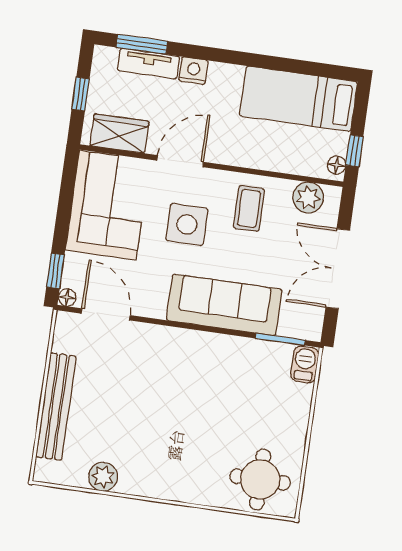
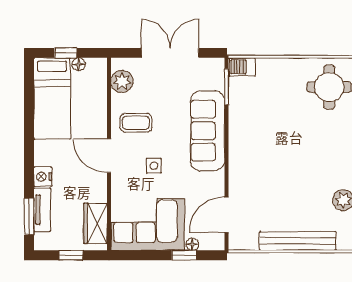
window: (354, 151) -> (66, 53), moved
door: (180, 161) -> (109, 156), moved
floor lamp: (337, 165) -> (79, 64), moved
side table: (187, 225) -> (154, 166), width x0.54, depth x0.54
double door: (338, 269) -> (170, 53), swing flipped
window: (55, 271) -> (184, 255), moved
floor lamp: (67, 297) -> (192, 244), moved

